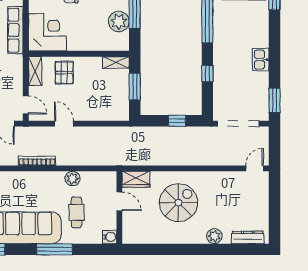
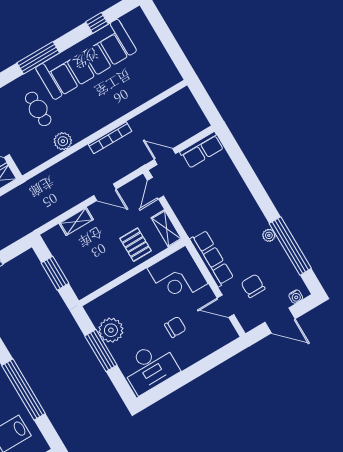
shelving: (116, 63) -> (76, 221), moved
door: (26, 105) -> (155, 188), hinge flipped

